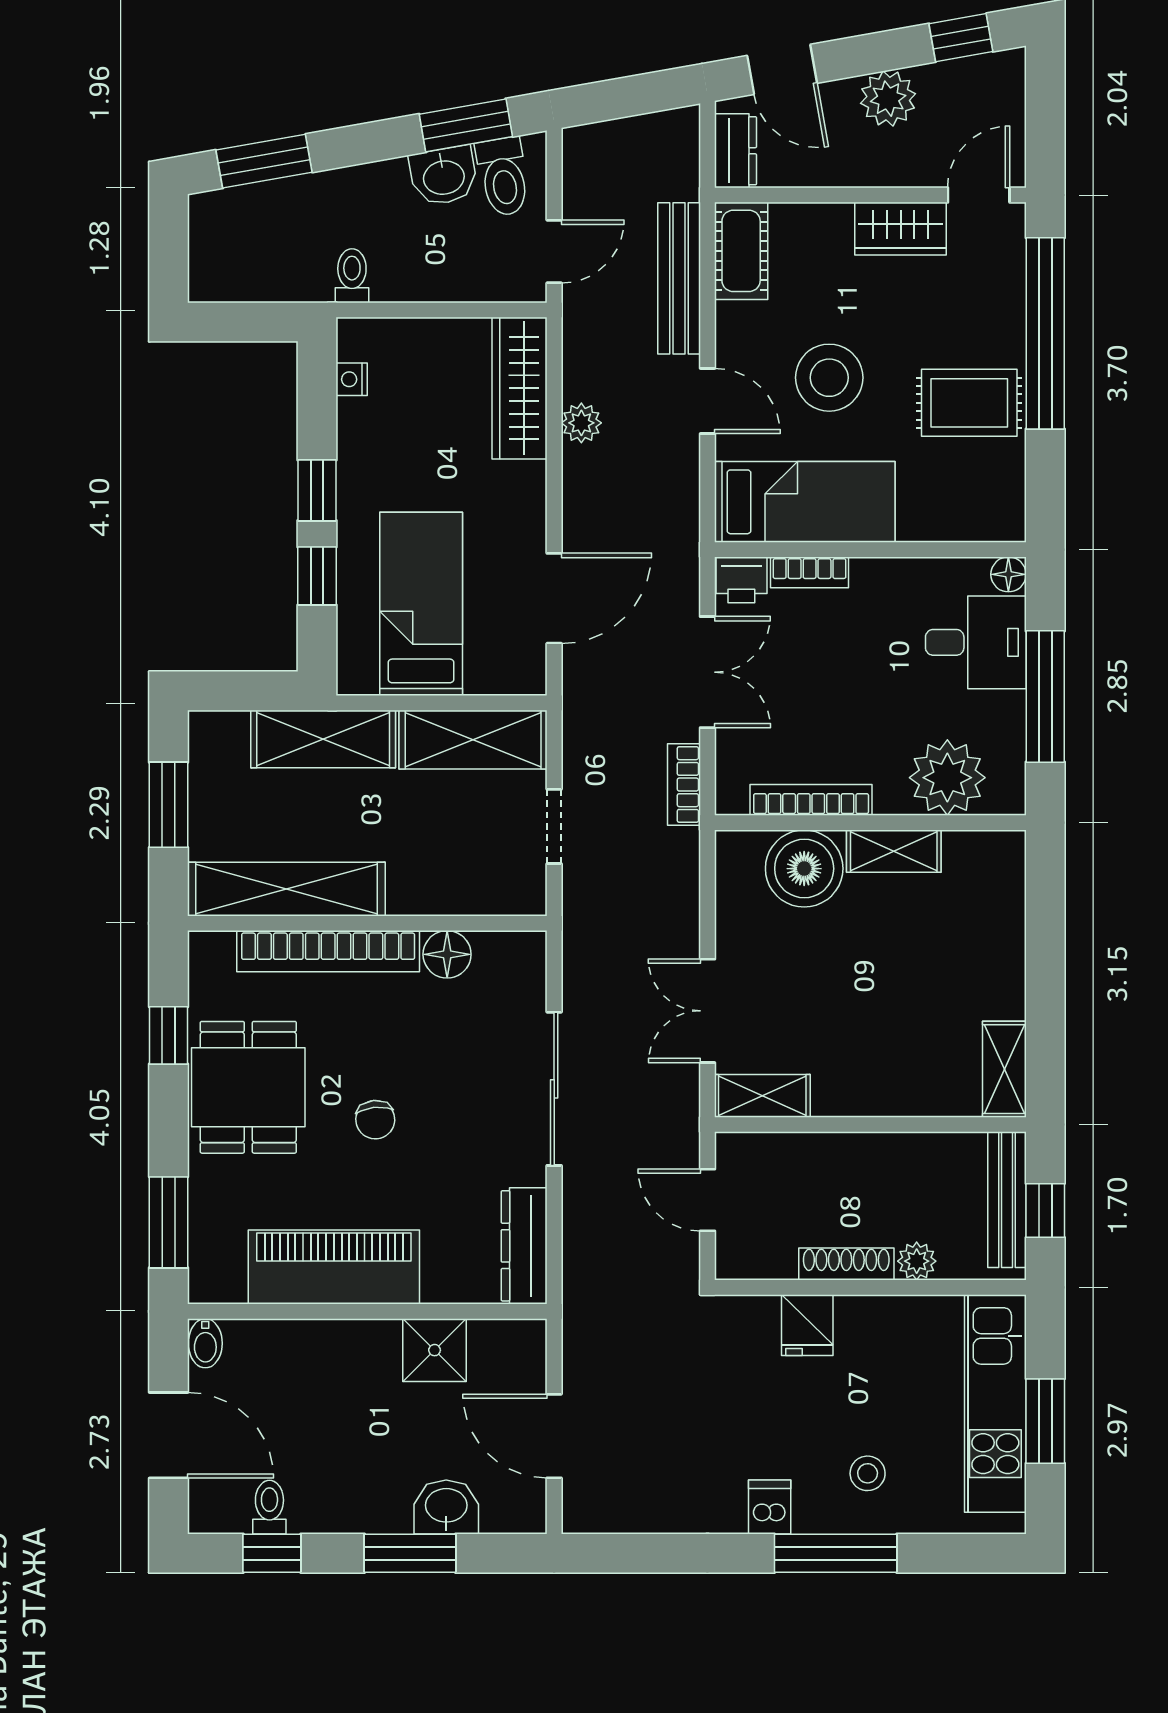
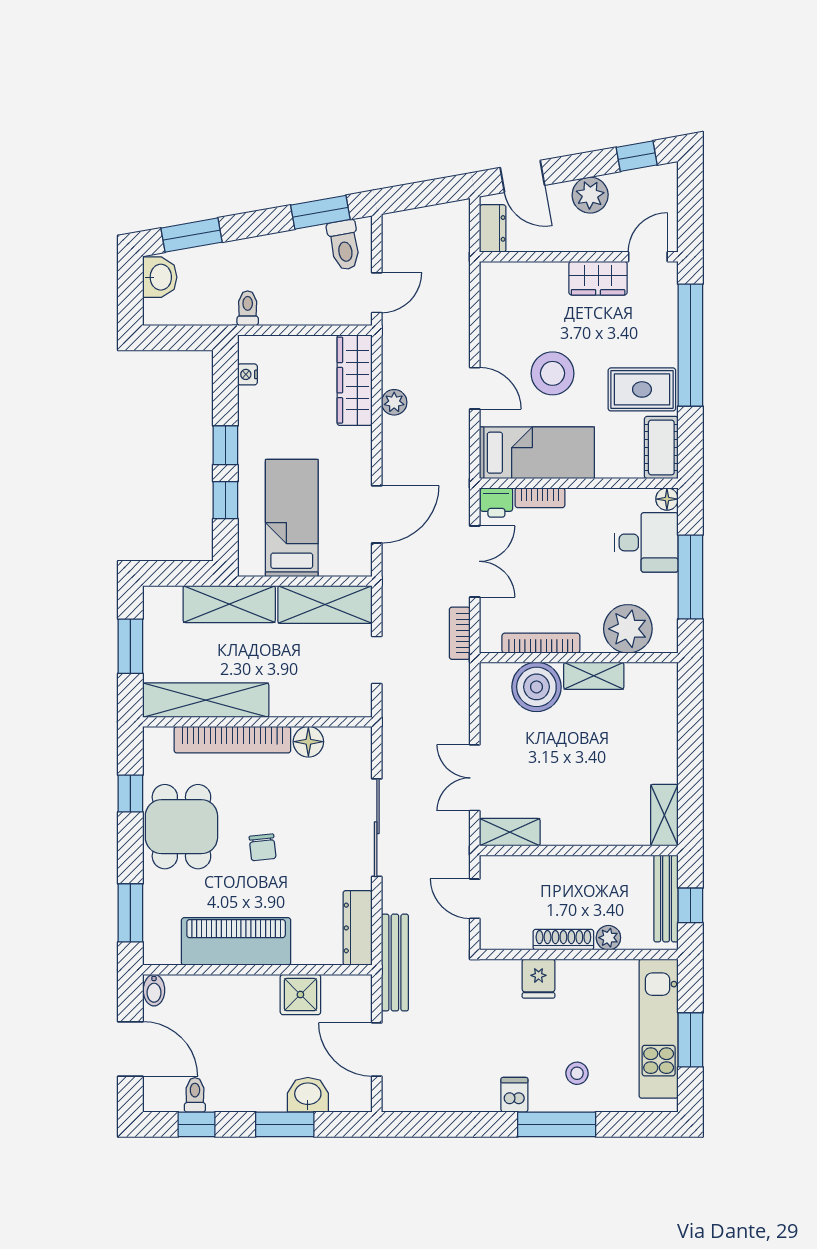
washbasin: (444, 176) -> (160, 277), moved, turned -80
cot: (741, 251) -> (661, 448), moved
bench: (679, 278) -> (395, 963), moved

